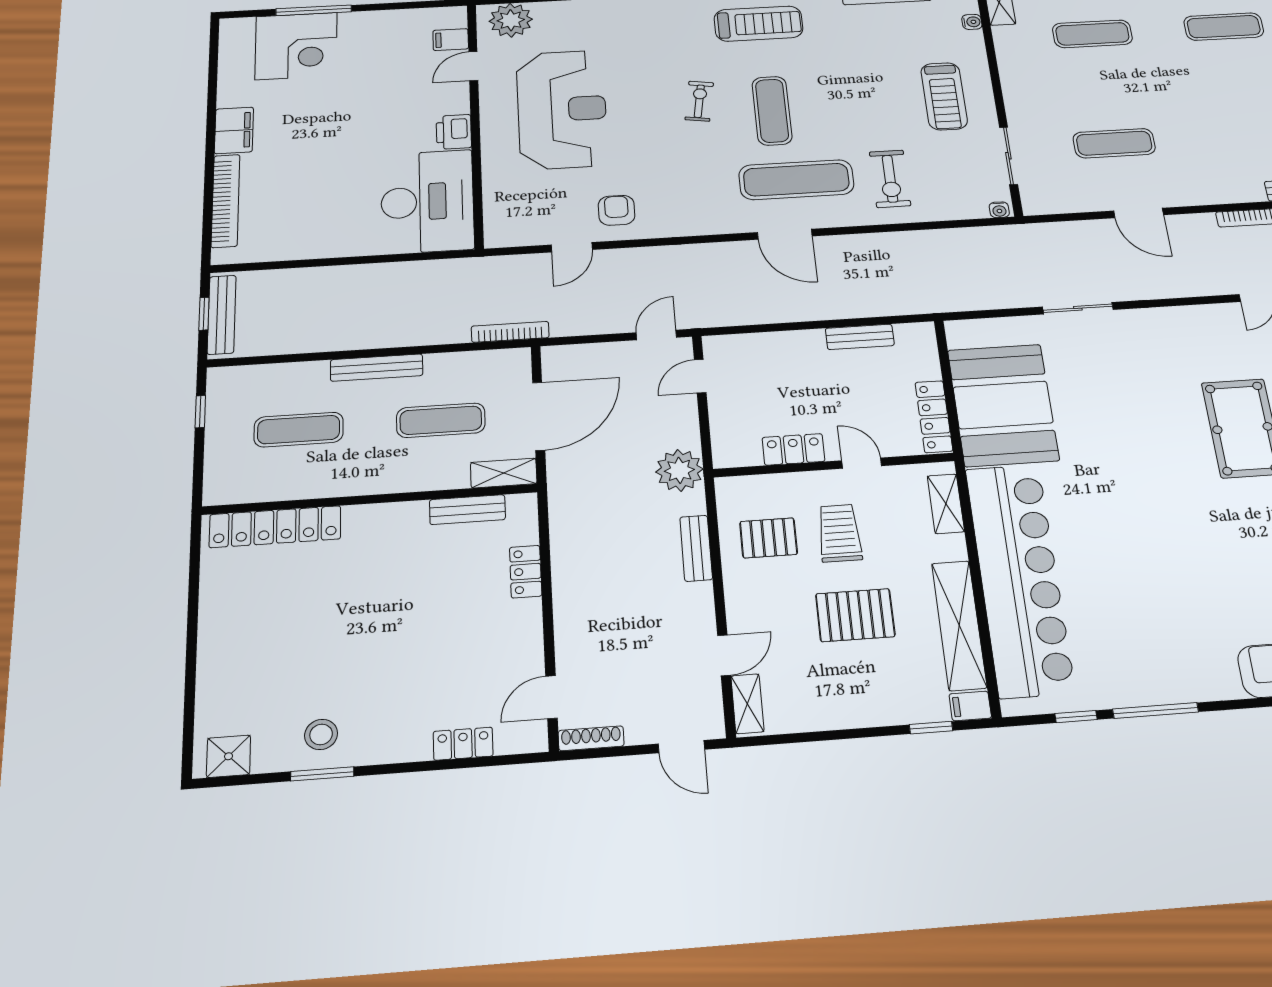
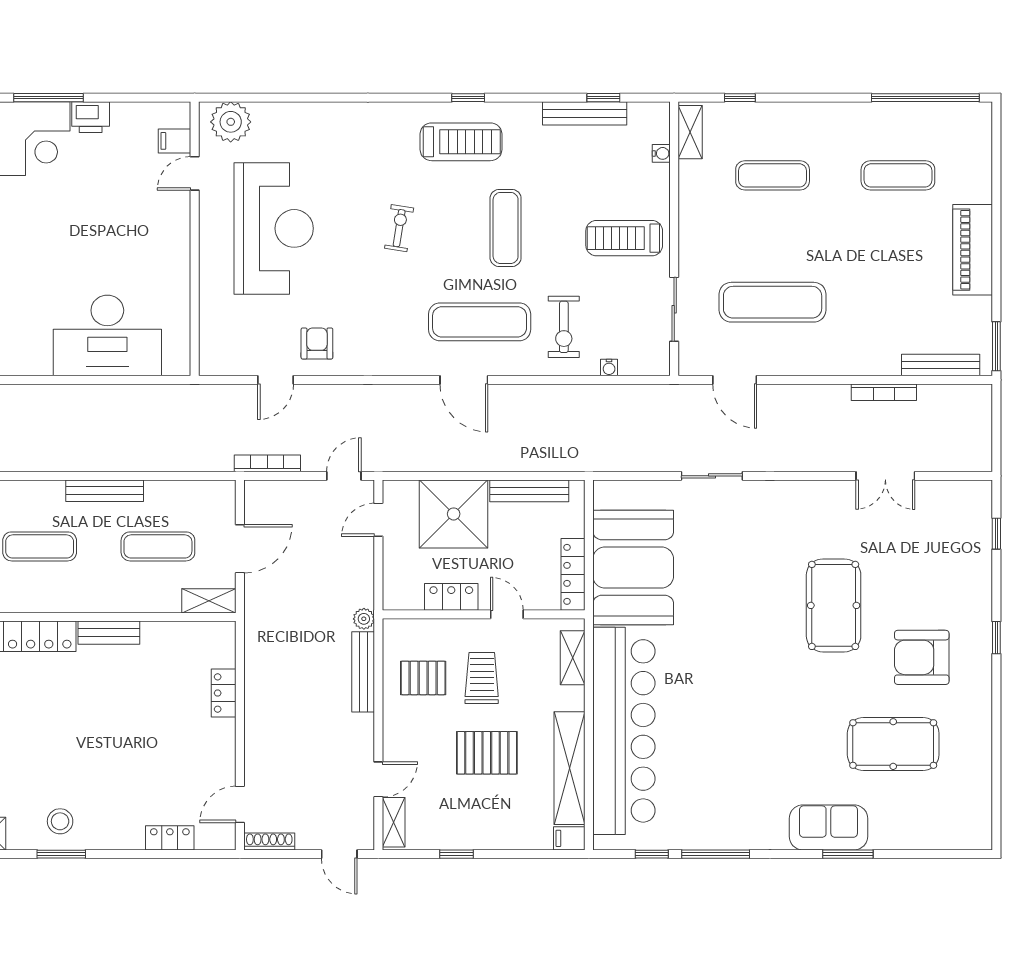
treadmill: (944, 96) -> (624, 238), turned 90
exercise mat: (772, 111) -> (506, 228), moved
printer: (454, 132) -> (91, 117), moved, turned -90
exercise mat: (1114, 143) -> (773, 302), width x1.36, depth x1.45
desk: (427, 202) -> (107, 336), moved, turned 90
water cooler: (999, 210) -> (609, 368), moved
door: (1139, 213) -> (735, 380), moved
bookcase: (510, 332) -> (267, 463), moved
bench: (860, 337) -> (529, 491), width x1.36
shower: (787, 365) -> (454, 514), added
door: (539, 416) -> (240, 549), width x0.73
plant: (679, 470) -> (364, 619), width x0.53, depth x0.53
bench: (467, 510) -> (109, 633), moved
bench: (696, 548) -> (363, 672), width x1.36
window: (931, 728) -> (456, 854), moved

